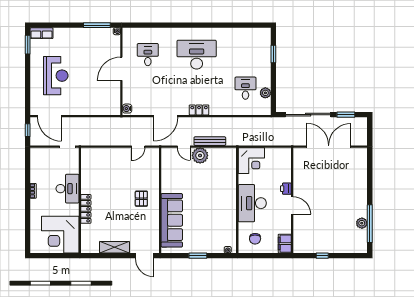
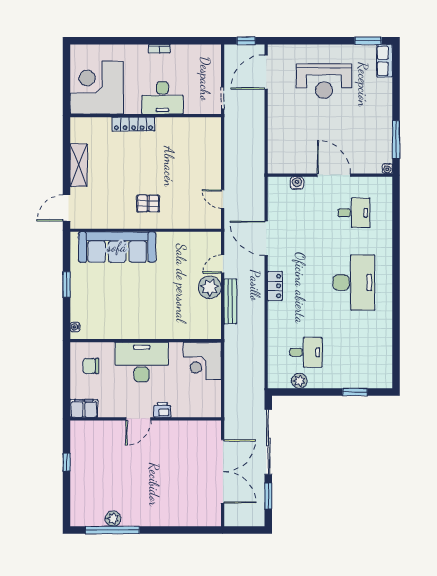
water cooler: (127, 109) -> (297, 183), moved

